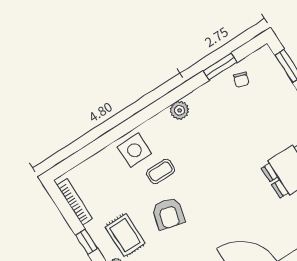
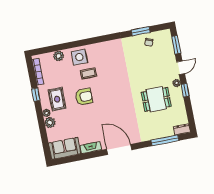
plant: (180, 110) -> (59, 56), moved
armchair: (168, 213) -> (84, 97), turned -105

